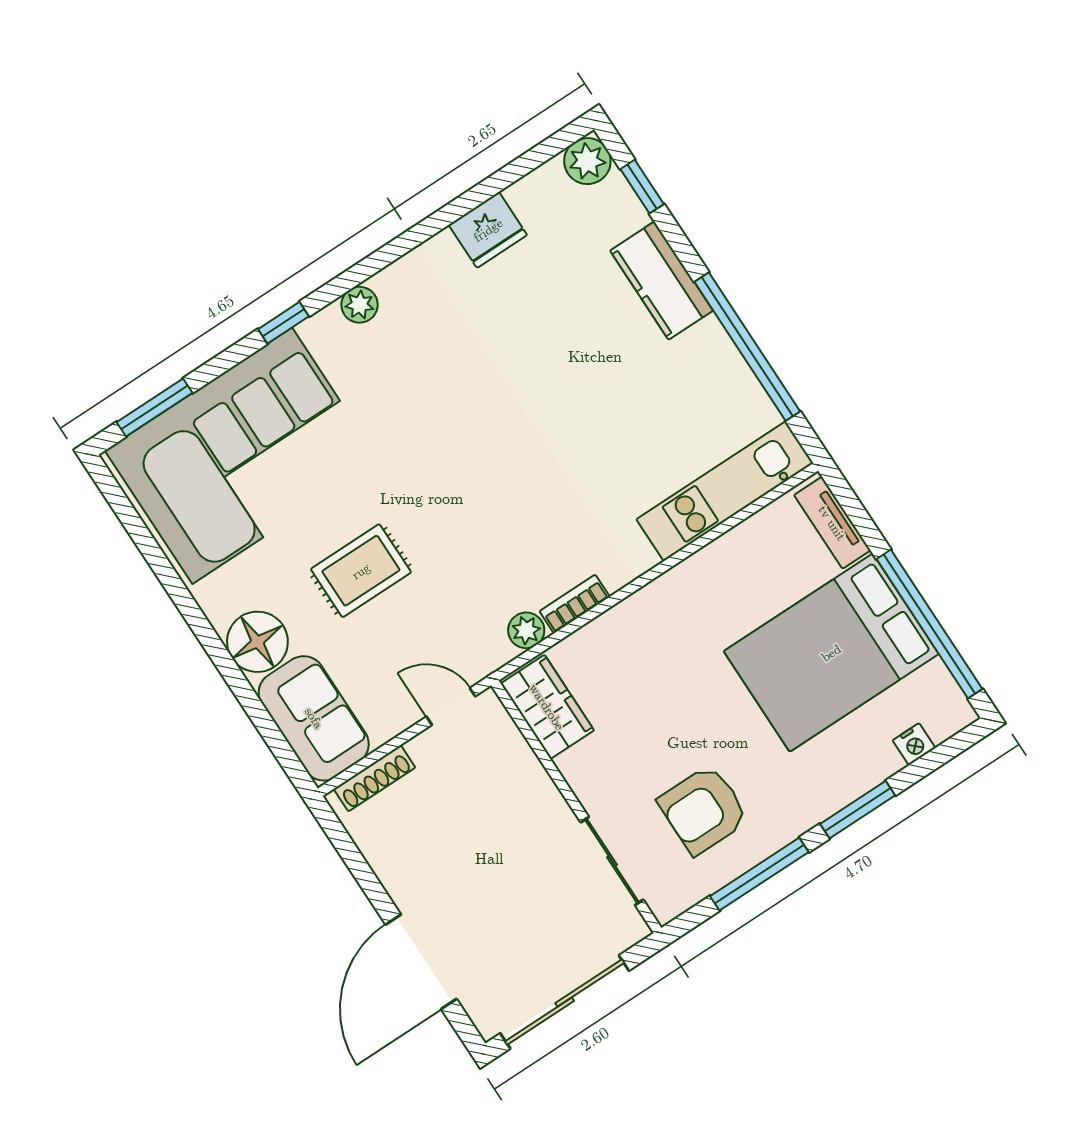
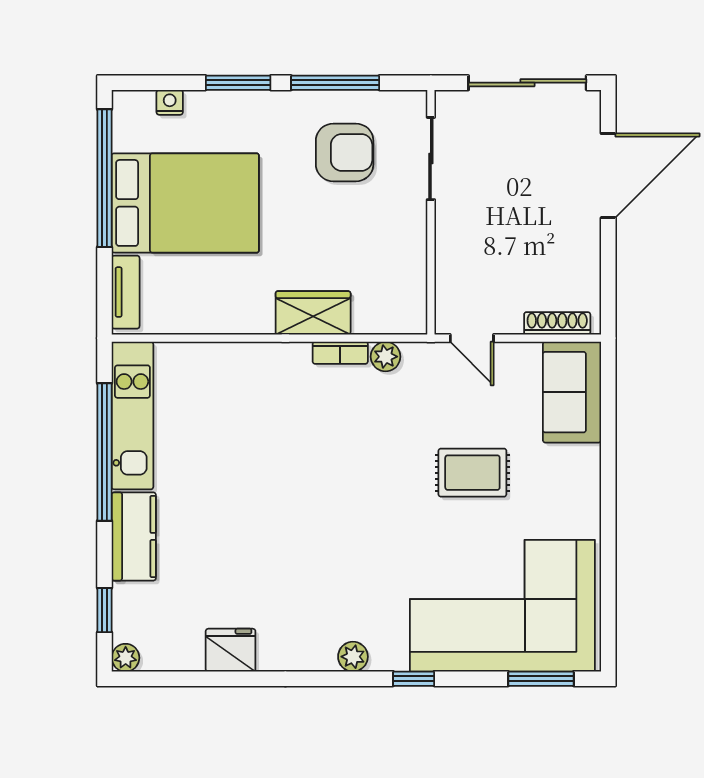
plant: (587, 161) -> (126, 658), width x0.73, depth x0.73
kitchen unit: (725, 491) -> (132, 416), moved, turned -90
floor lamp: (257, 642) -> (576, 470), removed
wardrobe: (547, 707) -> (313, 313), moved, turned 90

